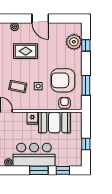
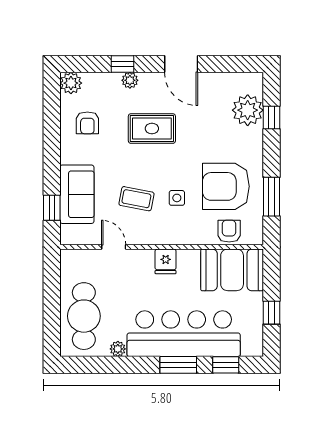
window: (11, 18) -> (122, 64), added
booth: (54, 122) -> (232, 270), moved
bar counter: (34, 155) -> (184, 334), width x1.36

